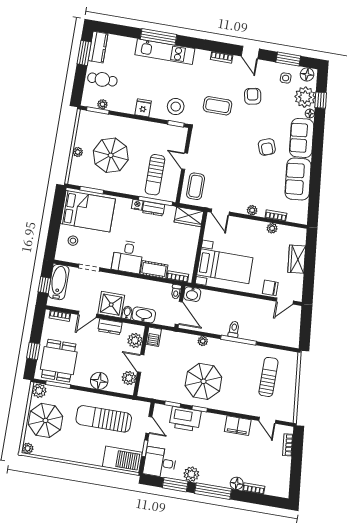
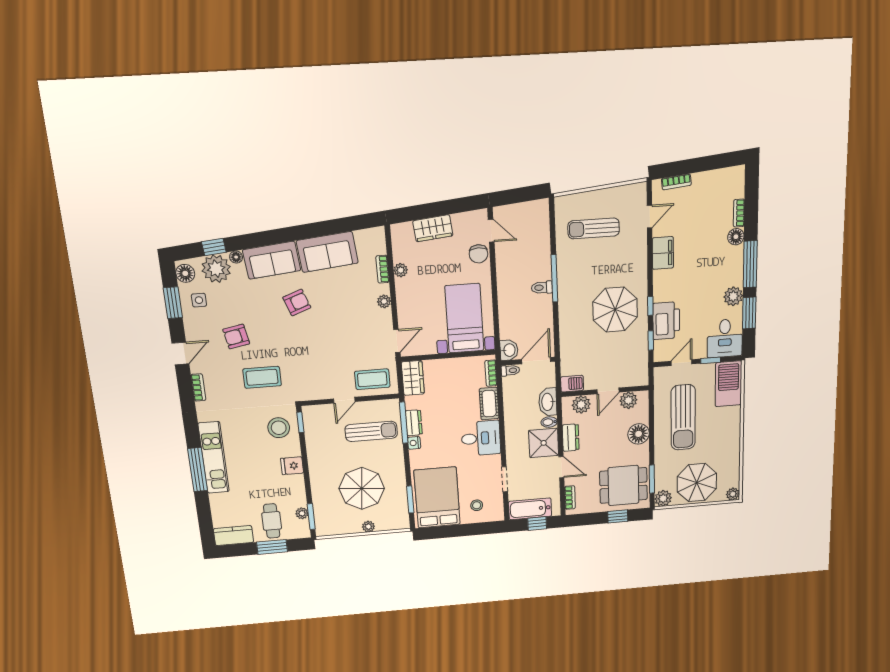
window: (84, 53) -> (272, 547), moved
coffee table: (218, 106) -> (262, 377), turned 90
plant: (203, 341) -> (565, 323), removed

